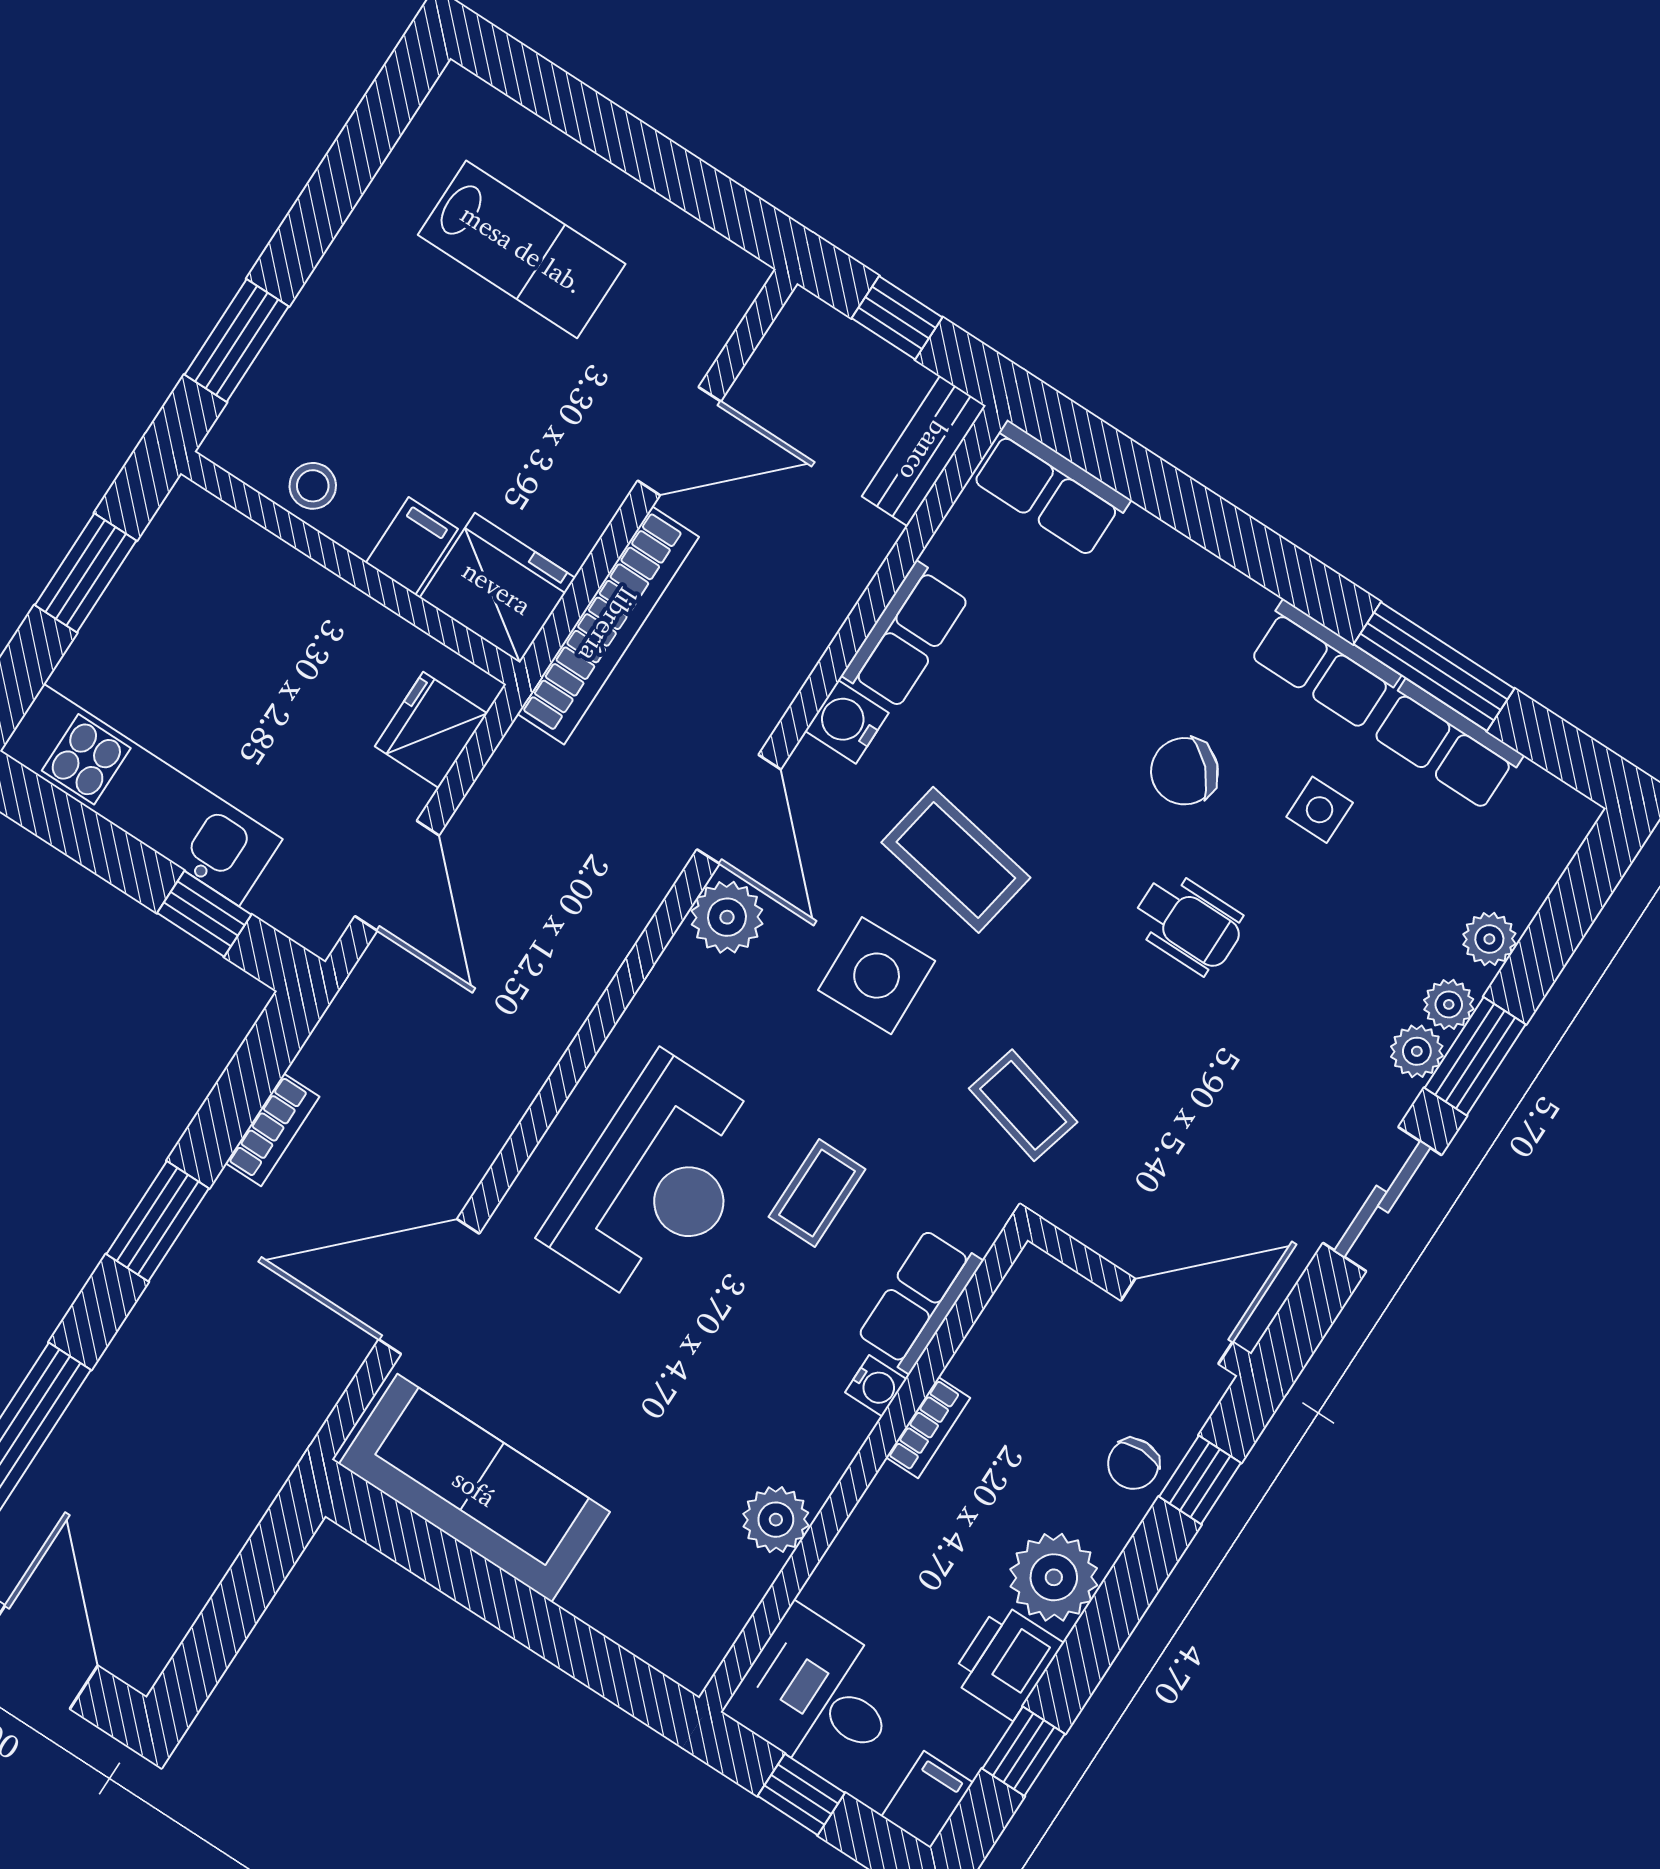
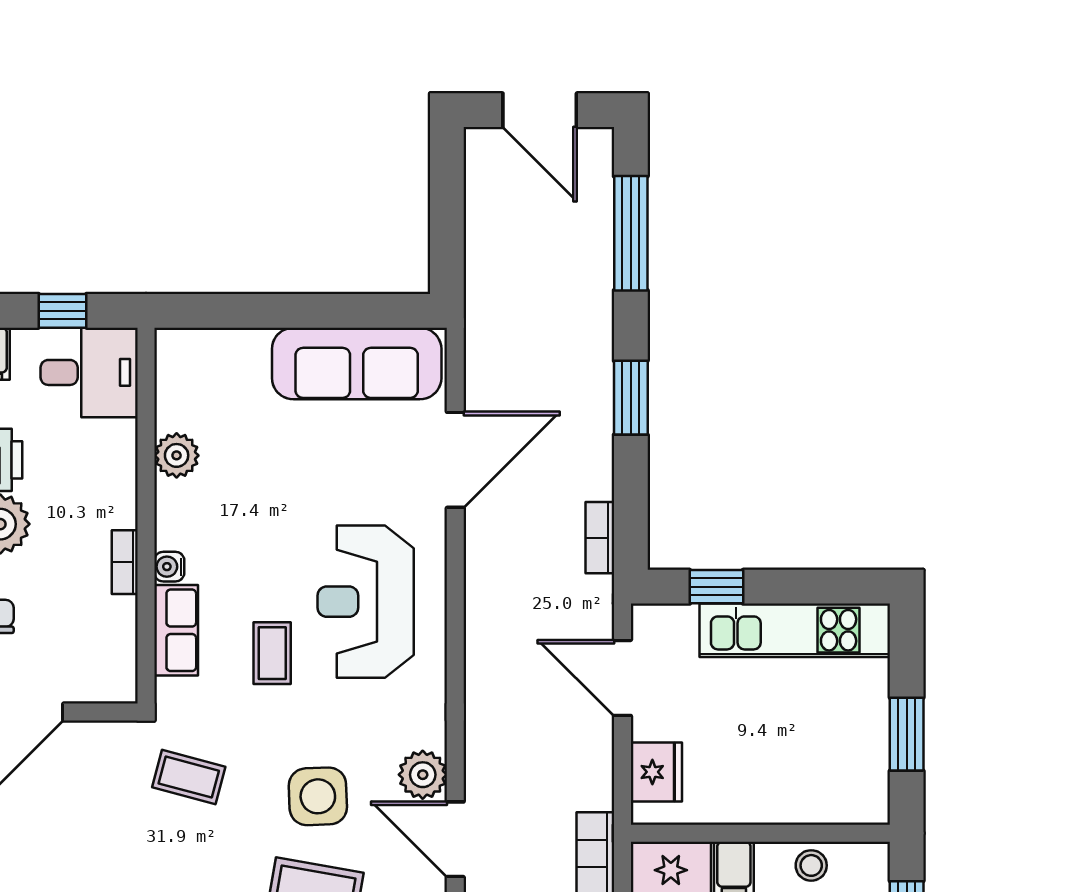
bookcase: (272, 1130) -> (600, 538), moved

